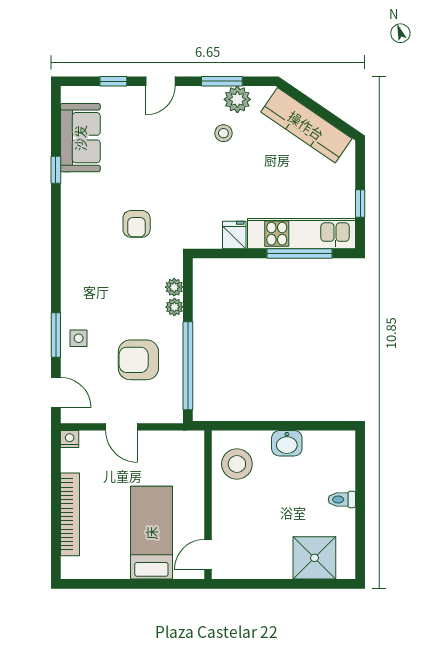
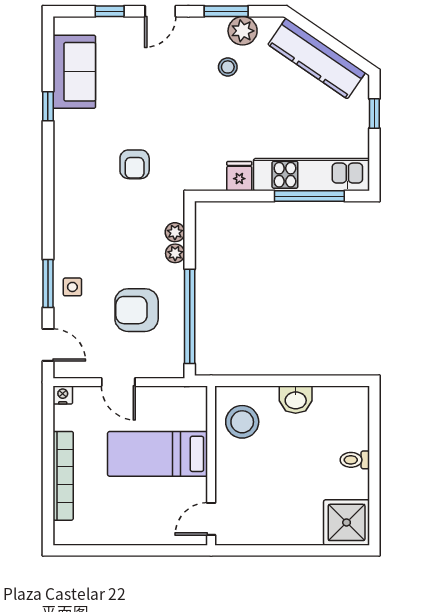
window: (360, 203) -> (374, 113), moved
bed: (151, 533) -> (158, 454), moved, turned -90
shower: (314, 558) -> (347, 522), moved

